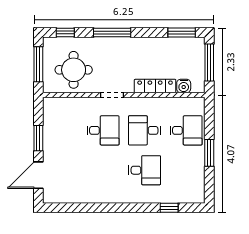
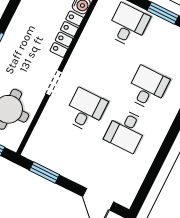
desk: (145, 130) -> (126, 131), moved
window: (38, 138) -> (44, 172), moved

